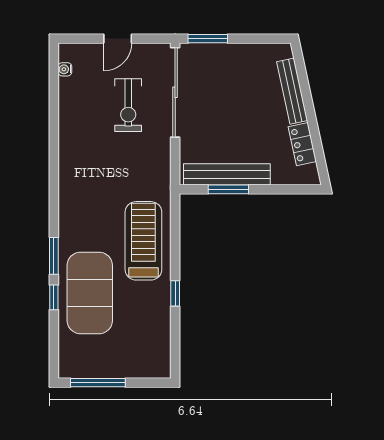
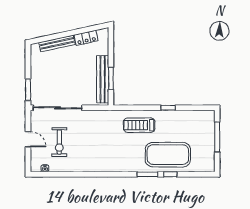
exercise bike: (128, 105) -> (59, 142), moved, turned 90
treadmill: (143, 241) -> (139, 125), width x0.73, depth x0.73
window: (98, 383) -> (217, 137), moved

